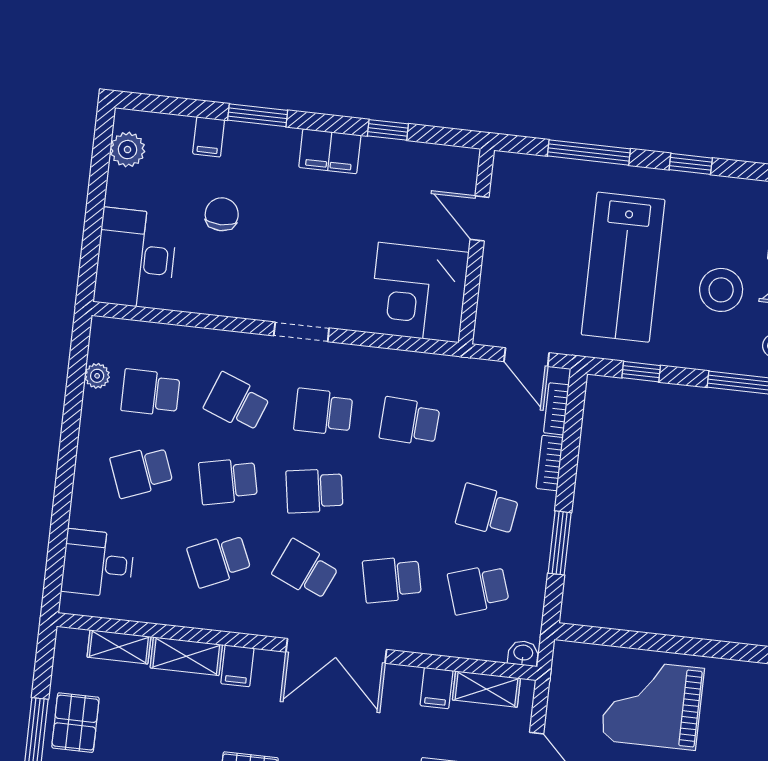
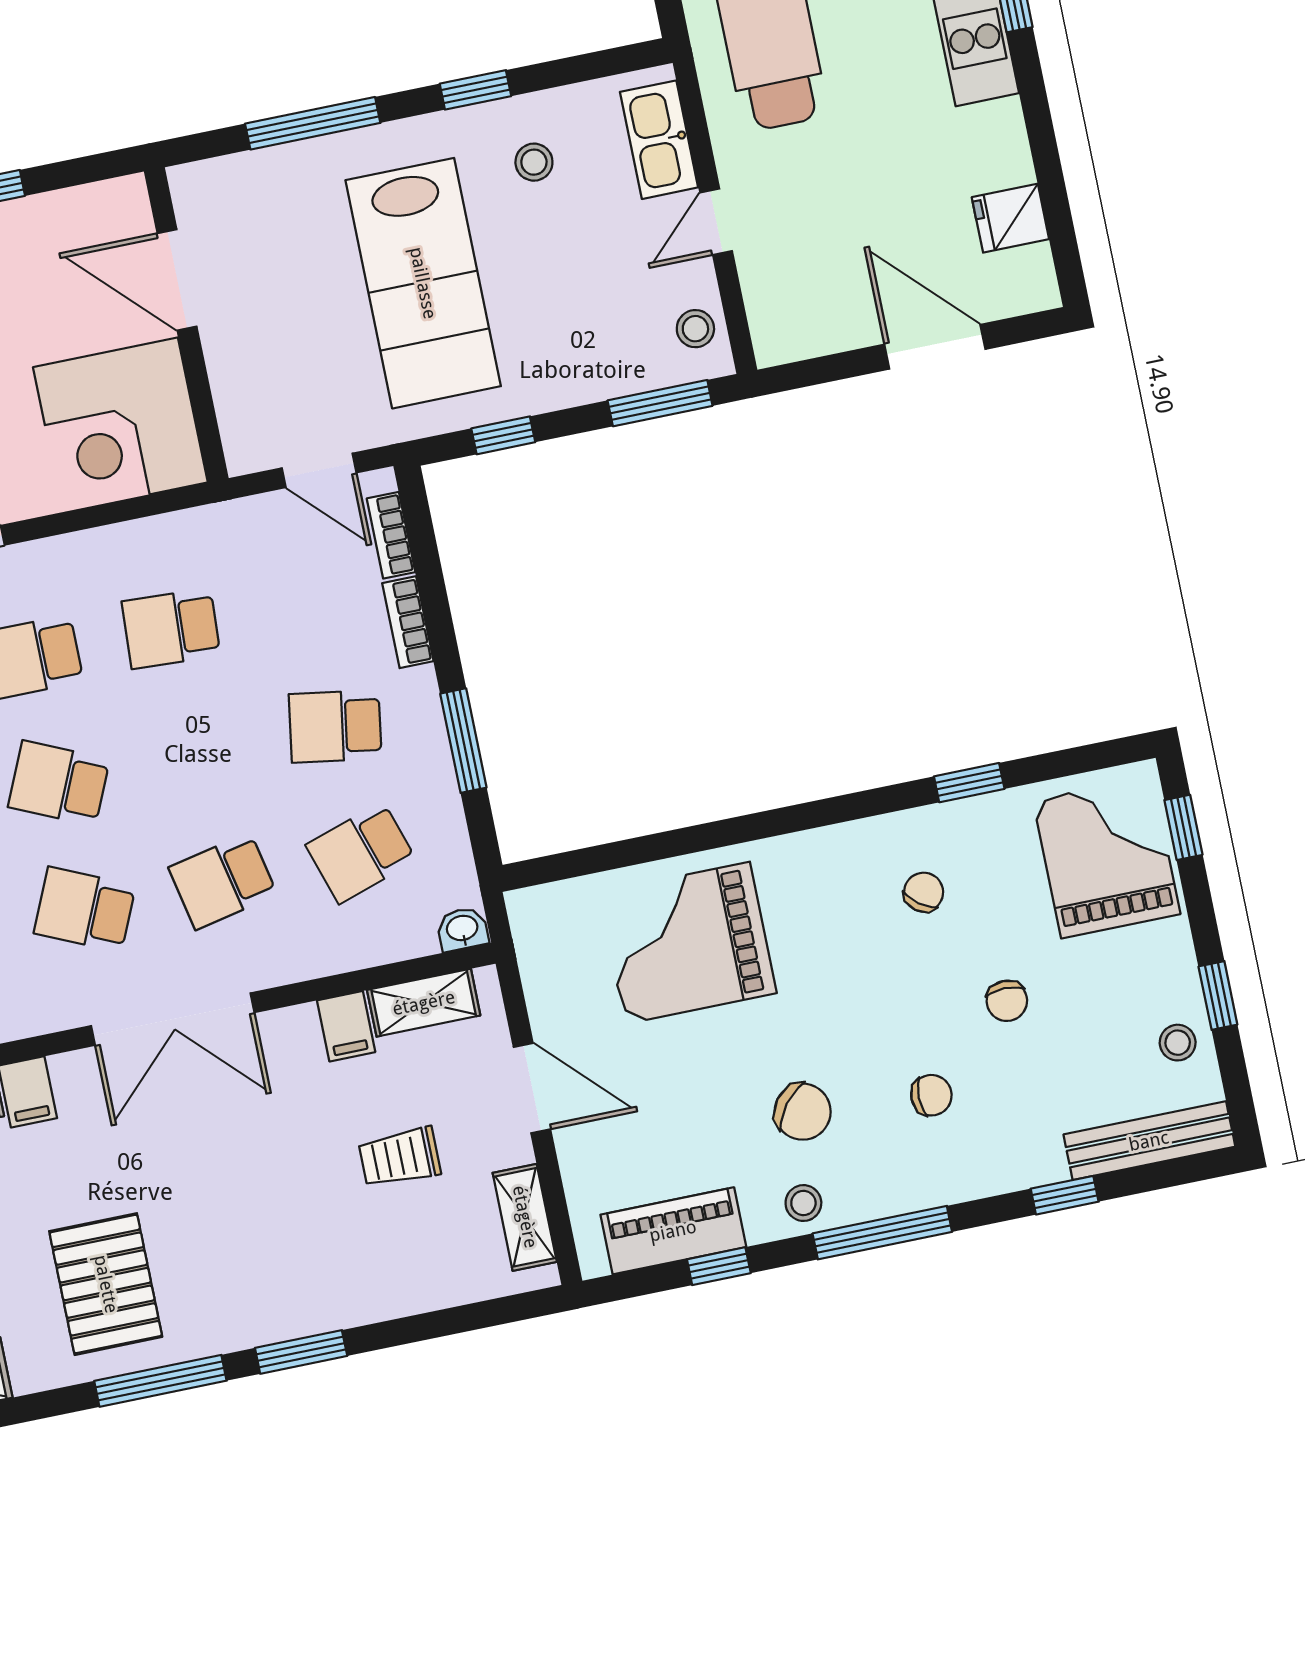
door: (480, 218) -> (177, 280), width x1.38
stool: (721, 290) -> (534, 162), moved, width x0.53, depth x0.53
school desk: (314, 491) -> (59, 783), turned 33

